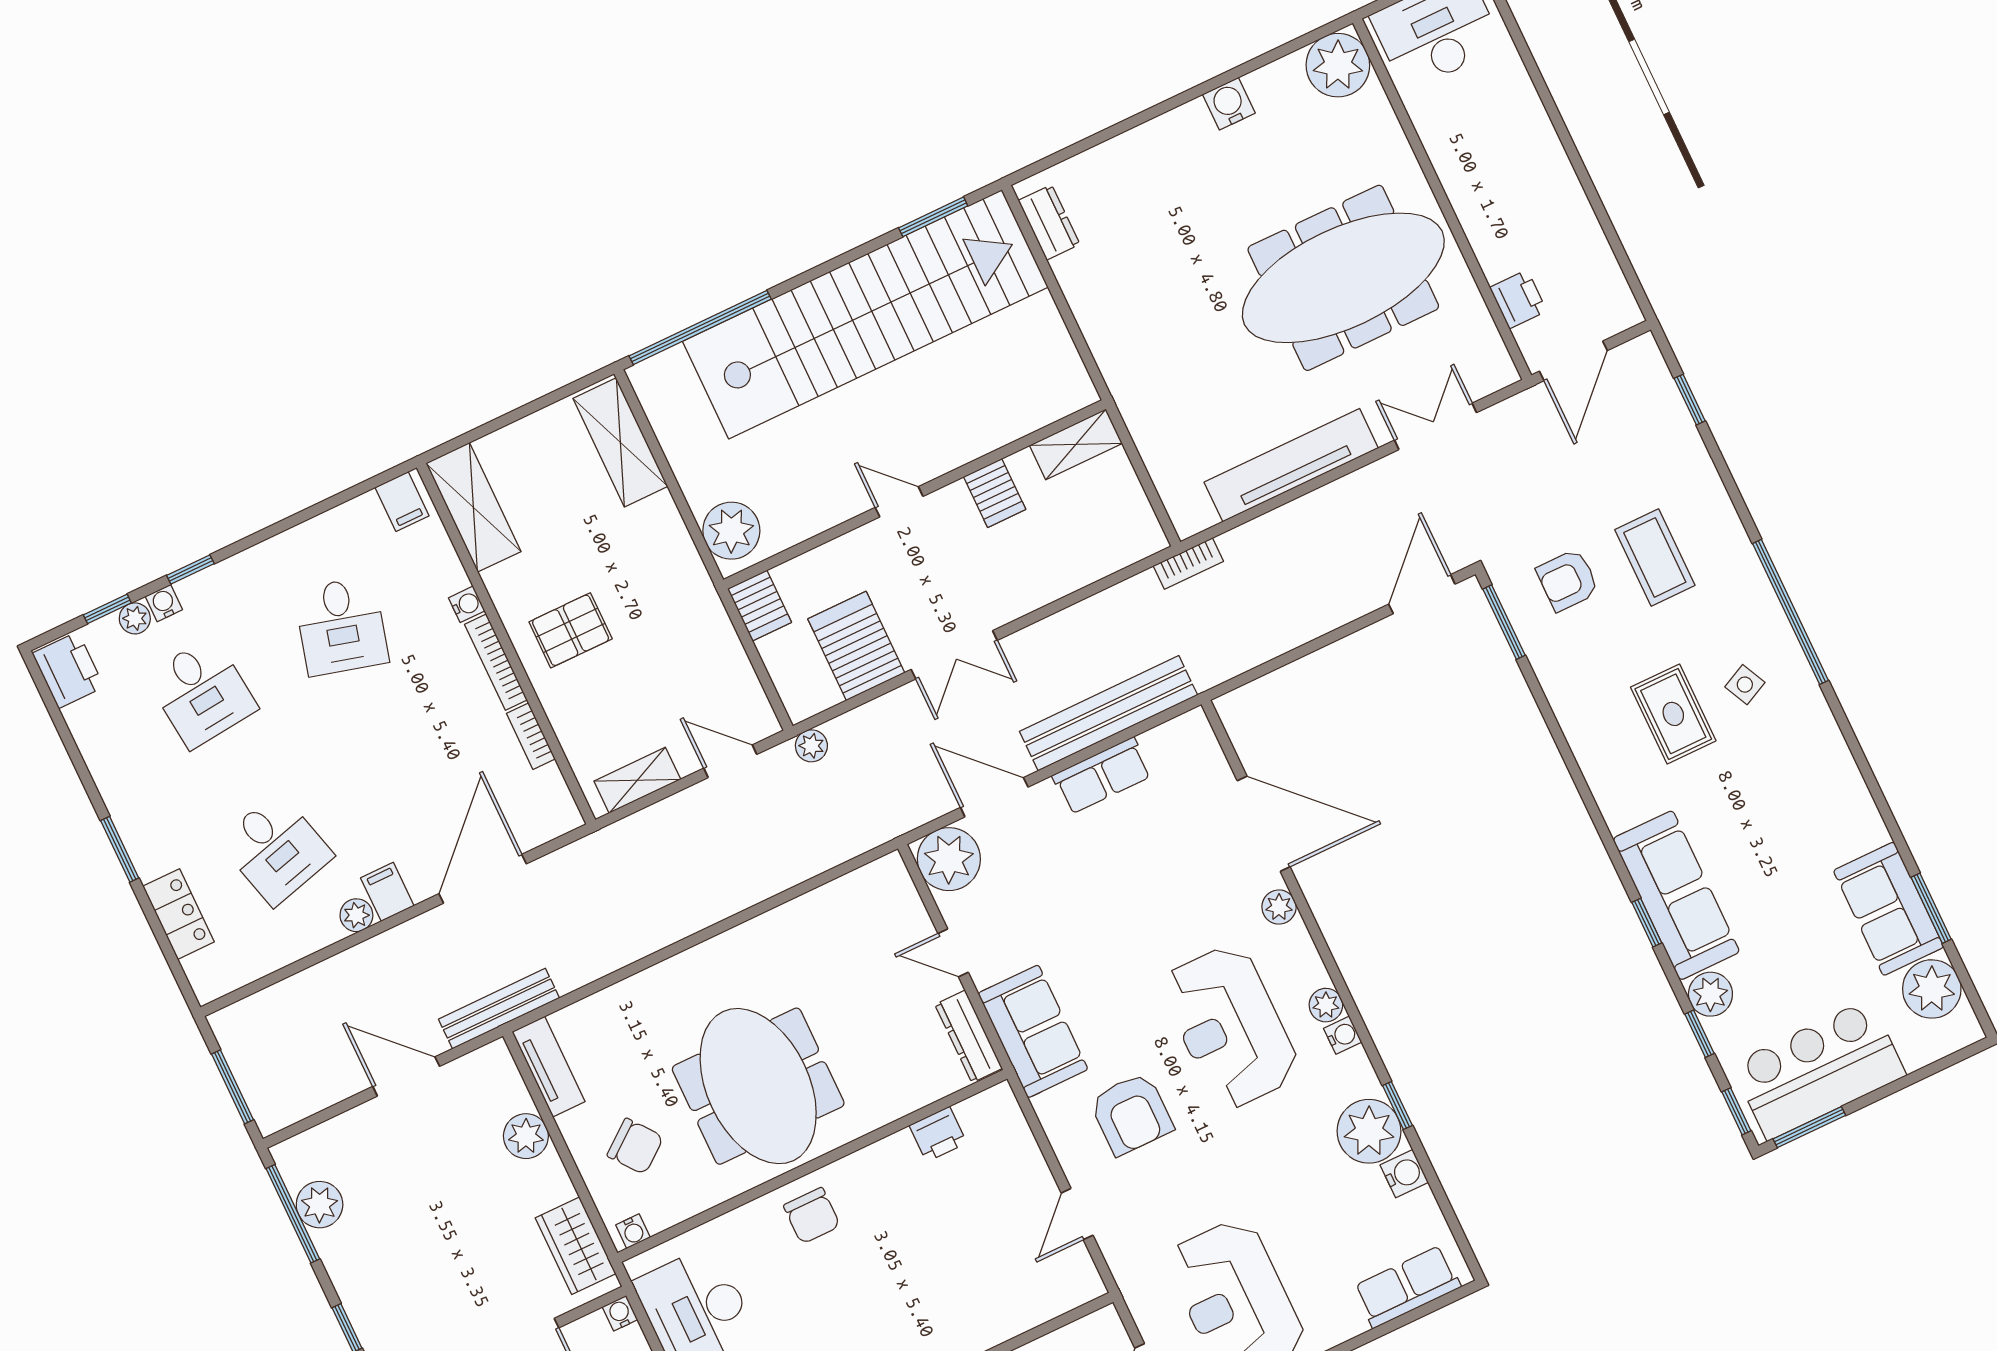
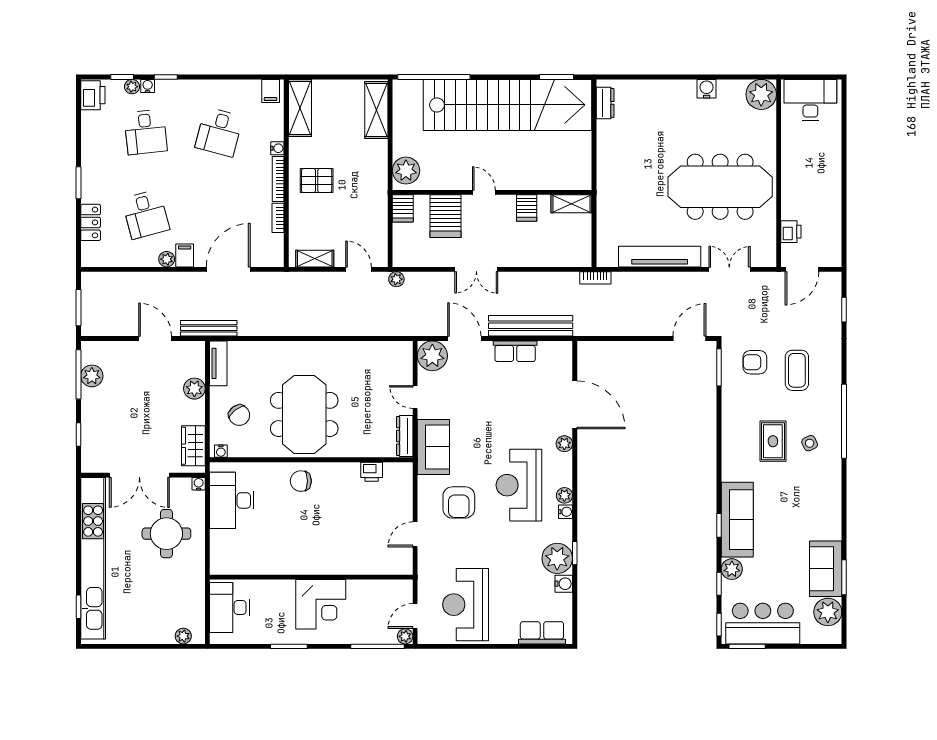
server rack: (856, 646) -> (446, 216), moved, turned 180
chair: (812, 1216) -> (301, 481), turned 90

